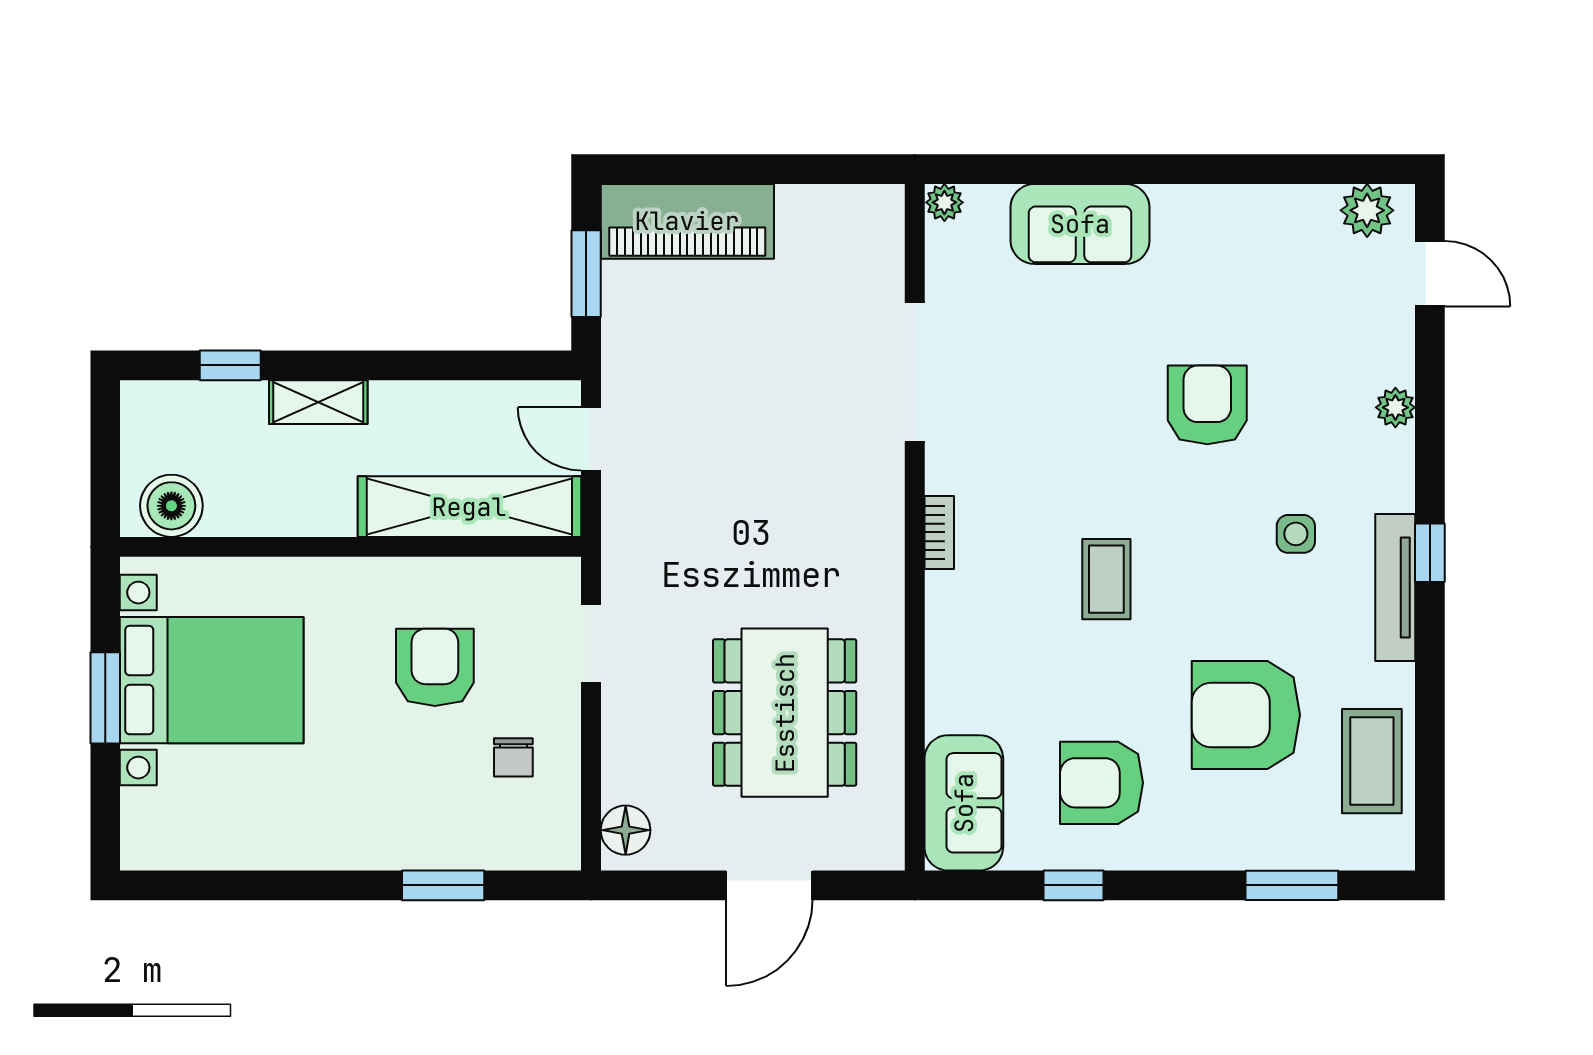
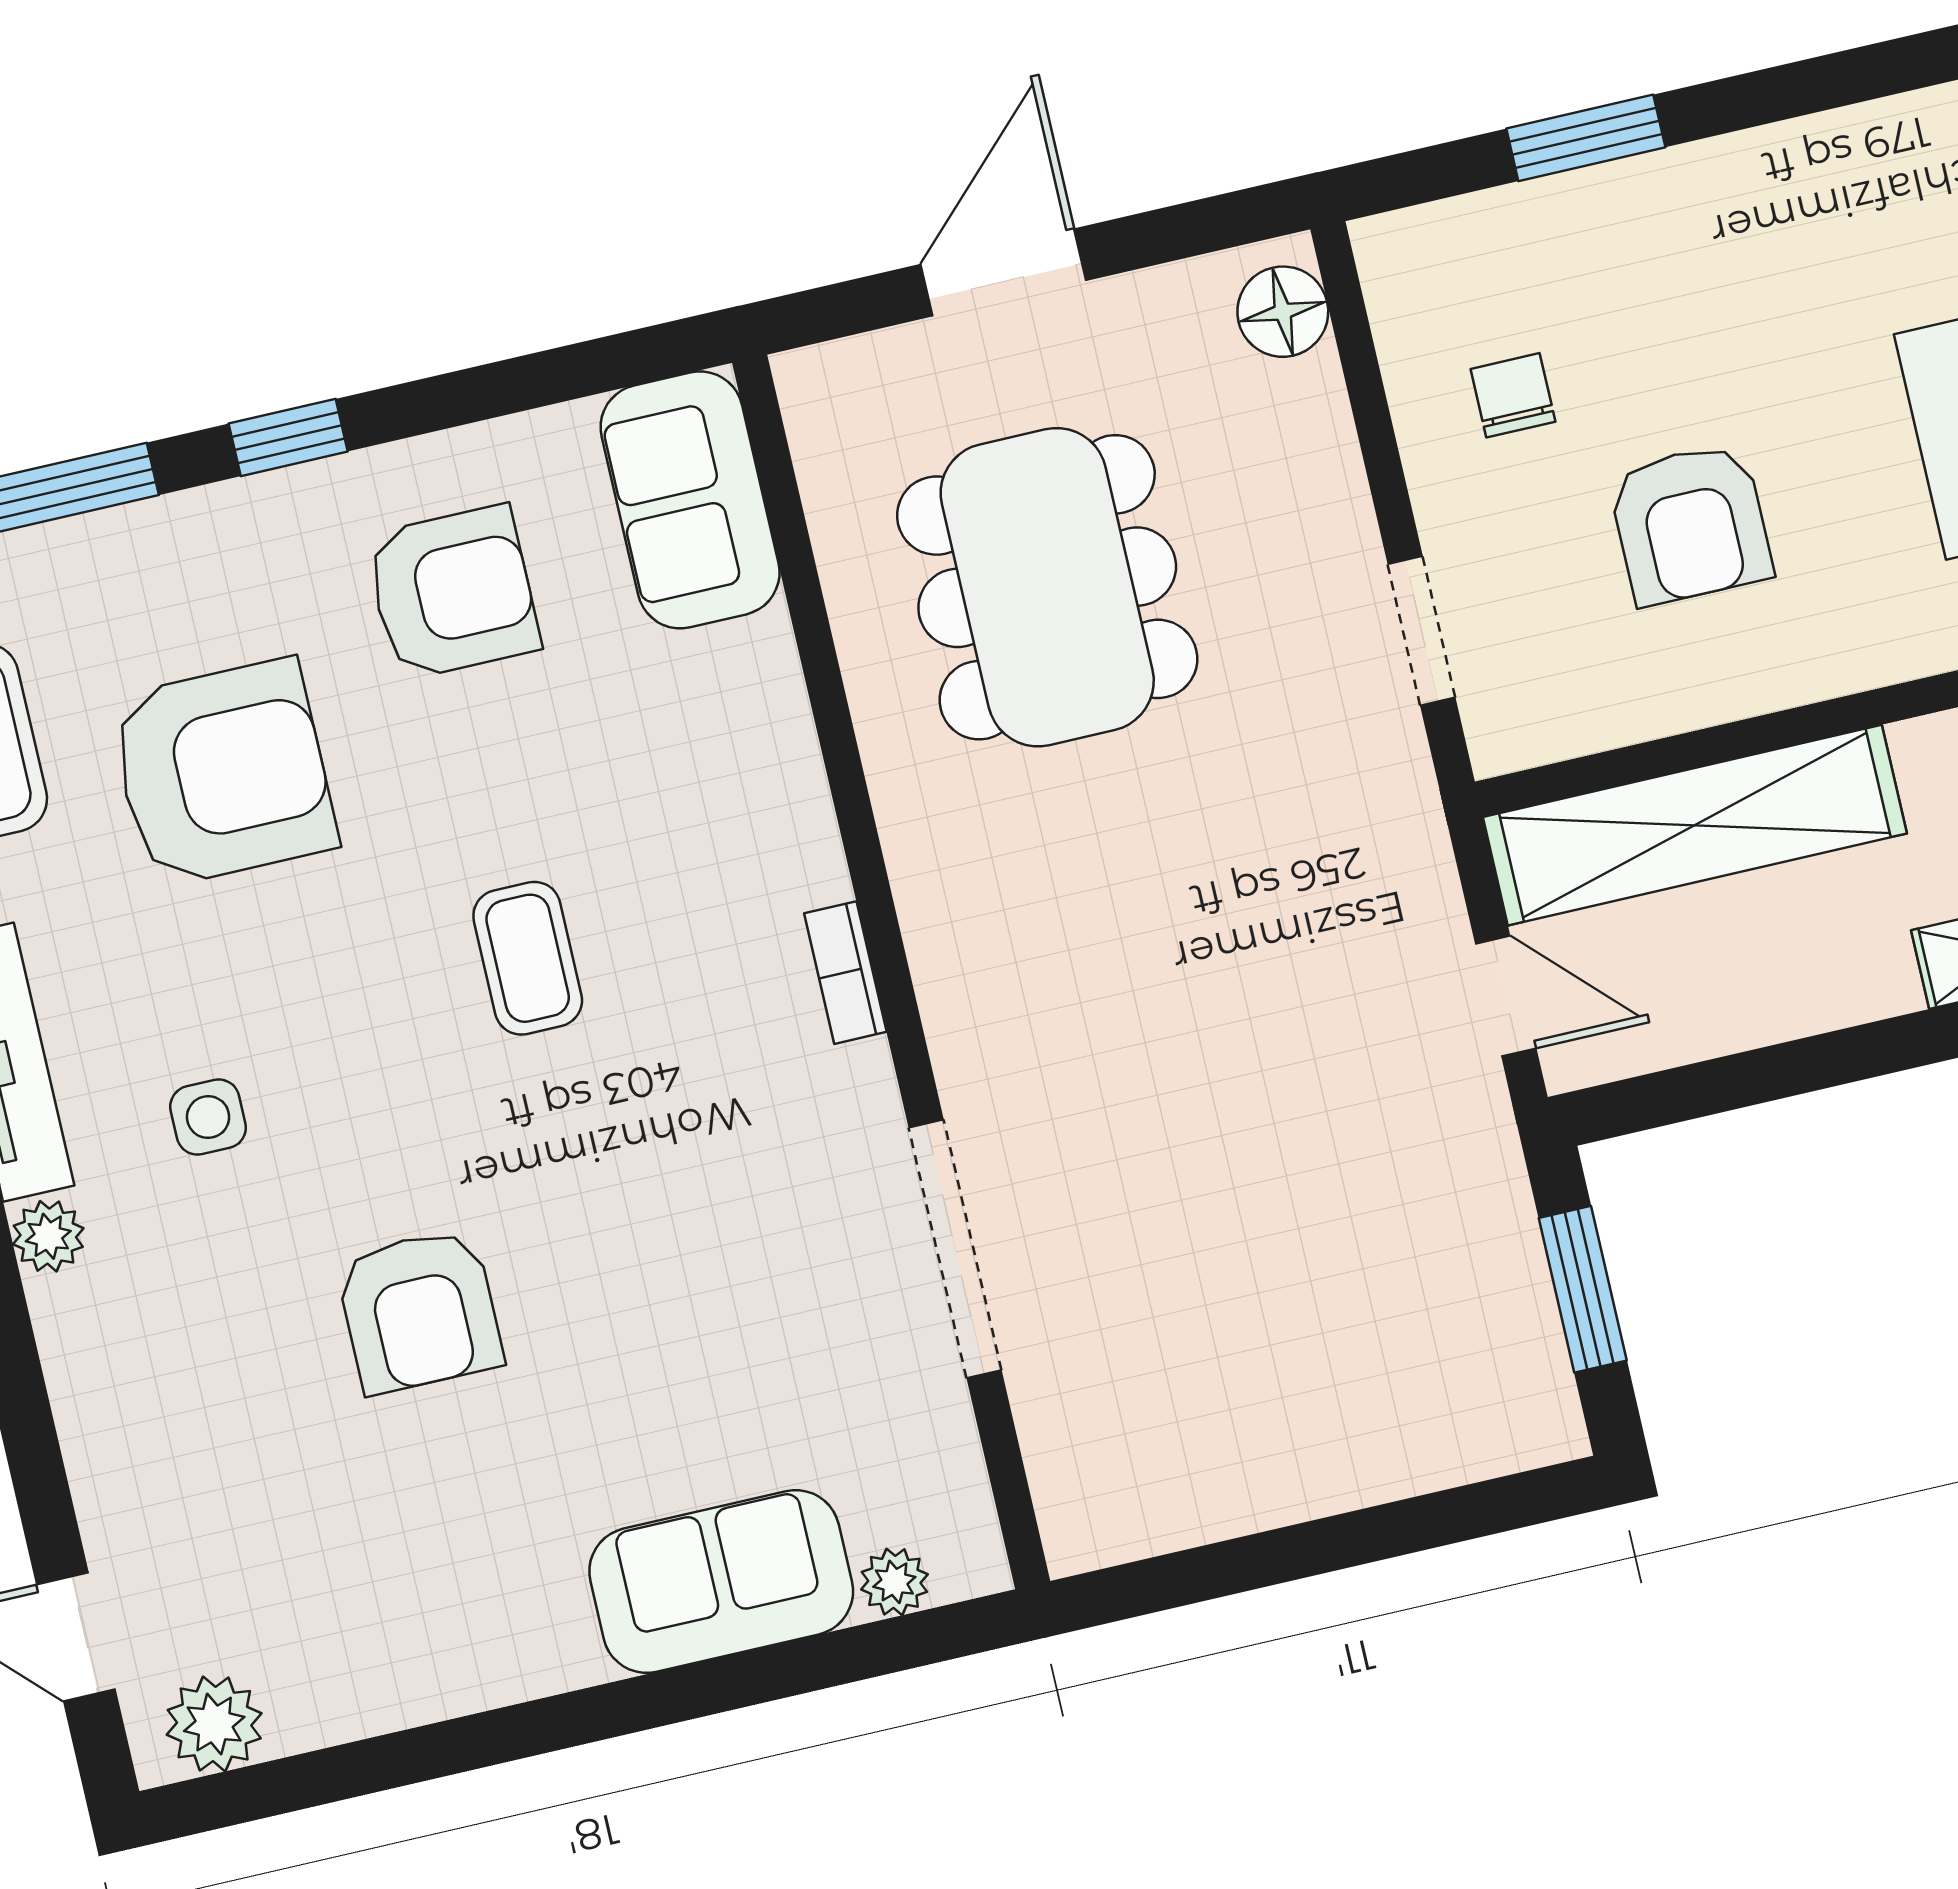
plant: (944, 202) -> (894, 1582), moved
piano: (687, 221) -> (1423, 1424), removed
plant: (1395, 407) -> (48, 1236), moved
window: (1074, 885) -> (288, 438), moved

